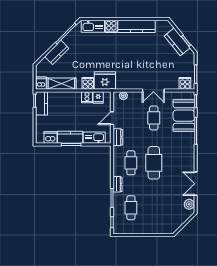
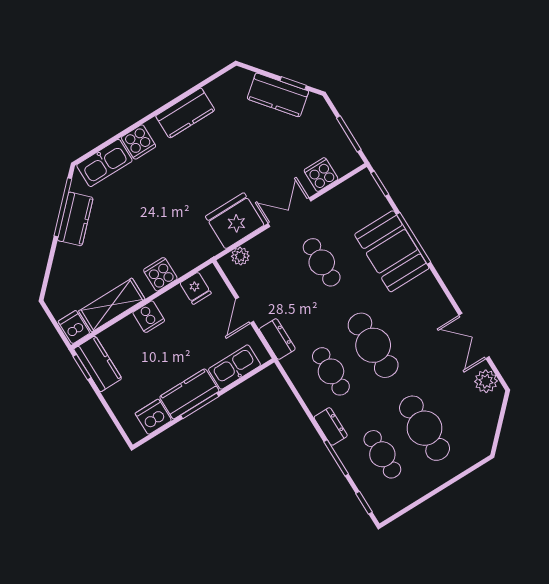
kitchen counter: (137, 26) -> (185, 113), width x0.67
kitchen counter: (57, 52) -> (75, 219), moved
fridge: (105, 81) -> (235, 221), moved
cooker: (185, 83) -> (321, 175), moved
double door: (153, 91) -> (289, 212), swing flipped
cooker: (87, 97) -> (149, 317), moved
booth: (184, 116) -> (392, 251), moved
cafe table: (154, 208) -> (425, 428), added

